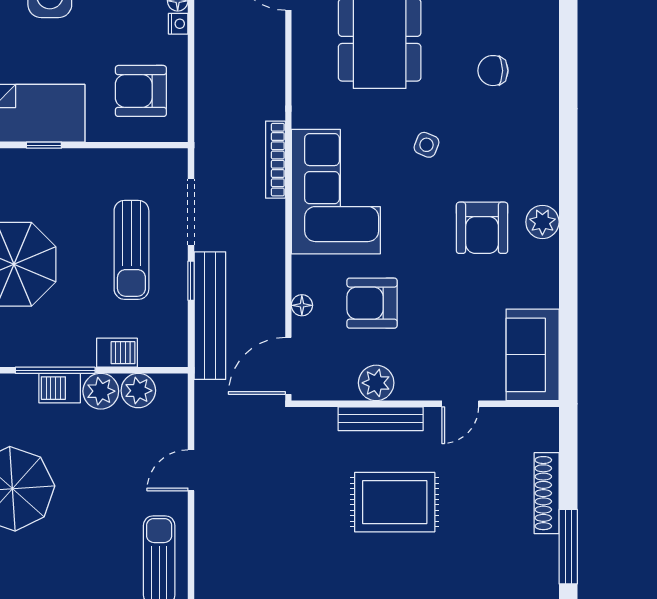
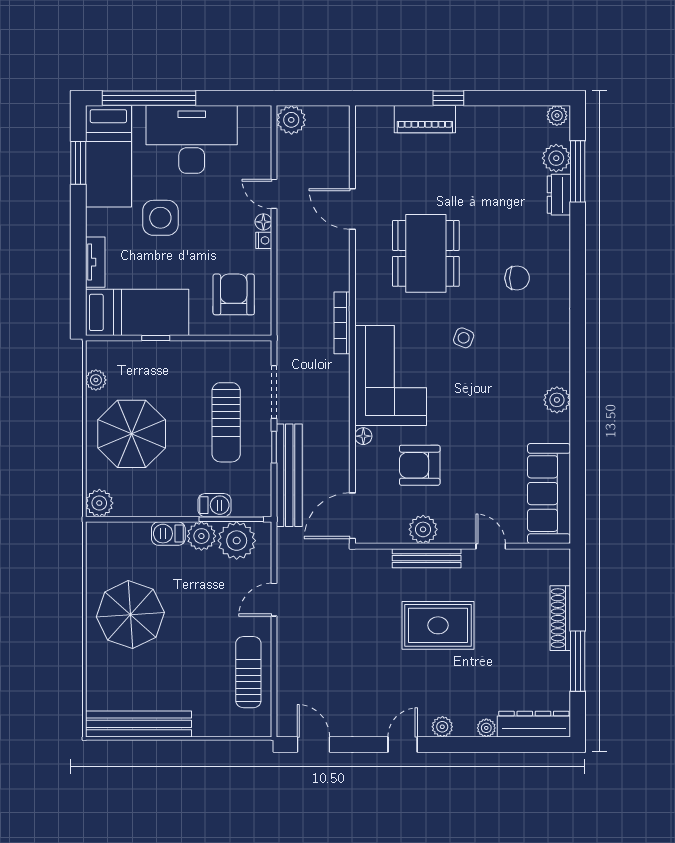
chair: (493, 71) -> (517, 278), turned 180
armchair: (141, 91) -> (234, 294), turned 90
bookcase: (275, 160) -> (342, 323), moved
armchair: (482, 228) -> (508, 405), removed
floor lamp: (302, 305) -> (363, 436), moved
sofa: (533, 355) -> (549, 494), width x1.36
window: (55, 370) -> (231, 519), moved
plant: (138, 391) -> (237, 541), width x1.36, depth x1.36
door: (460, 404) -> (491, 546), swing flipped

